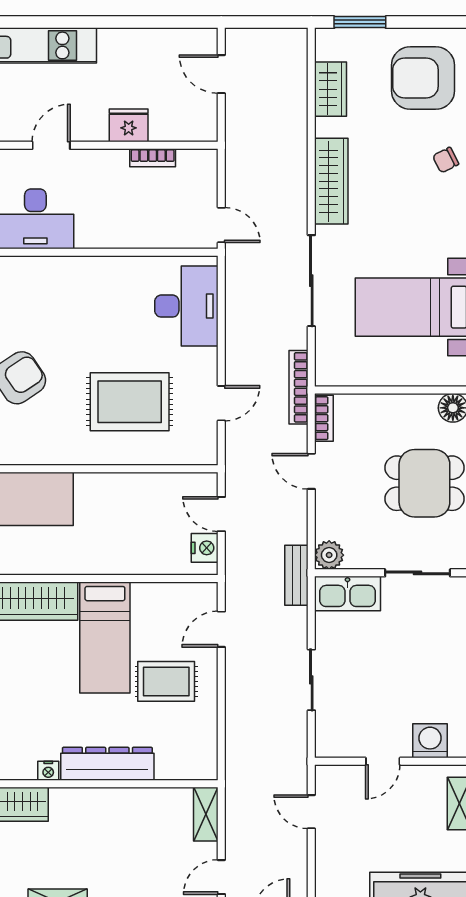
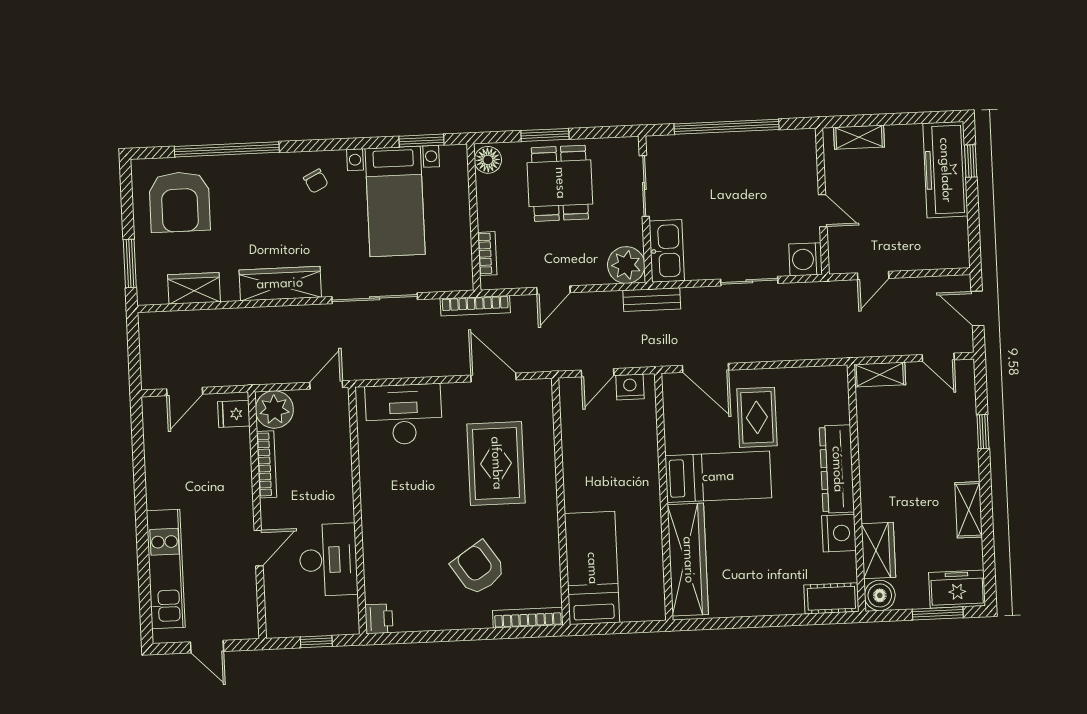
fridge: (129, 125) -> (234, 414), moved, width x0.72
door: (51, 145) -> (259, 548), swing flipped
bookcase: (153, 158) -> (267, 464), width x1.56
chair: (446, 160) -> (316, 181), moved
plant: (198, 169) -> (274, 409), added
door: (221, 403) -> (493, 377), width x1.38
bookcase: (324, 418) -> (487, 254), moved, turned 90
plant: (329, 555) -> (626, 265), width x1.36, depth x1.36
door: (221, 629) -> (706, 368), width x1.38
washing machine: (430, 741) -> (806, 259), moved
nightstand: (48, 771) -> (839, 533), width x1.89, depth x1.79

